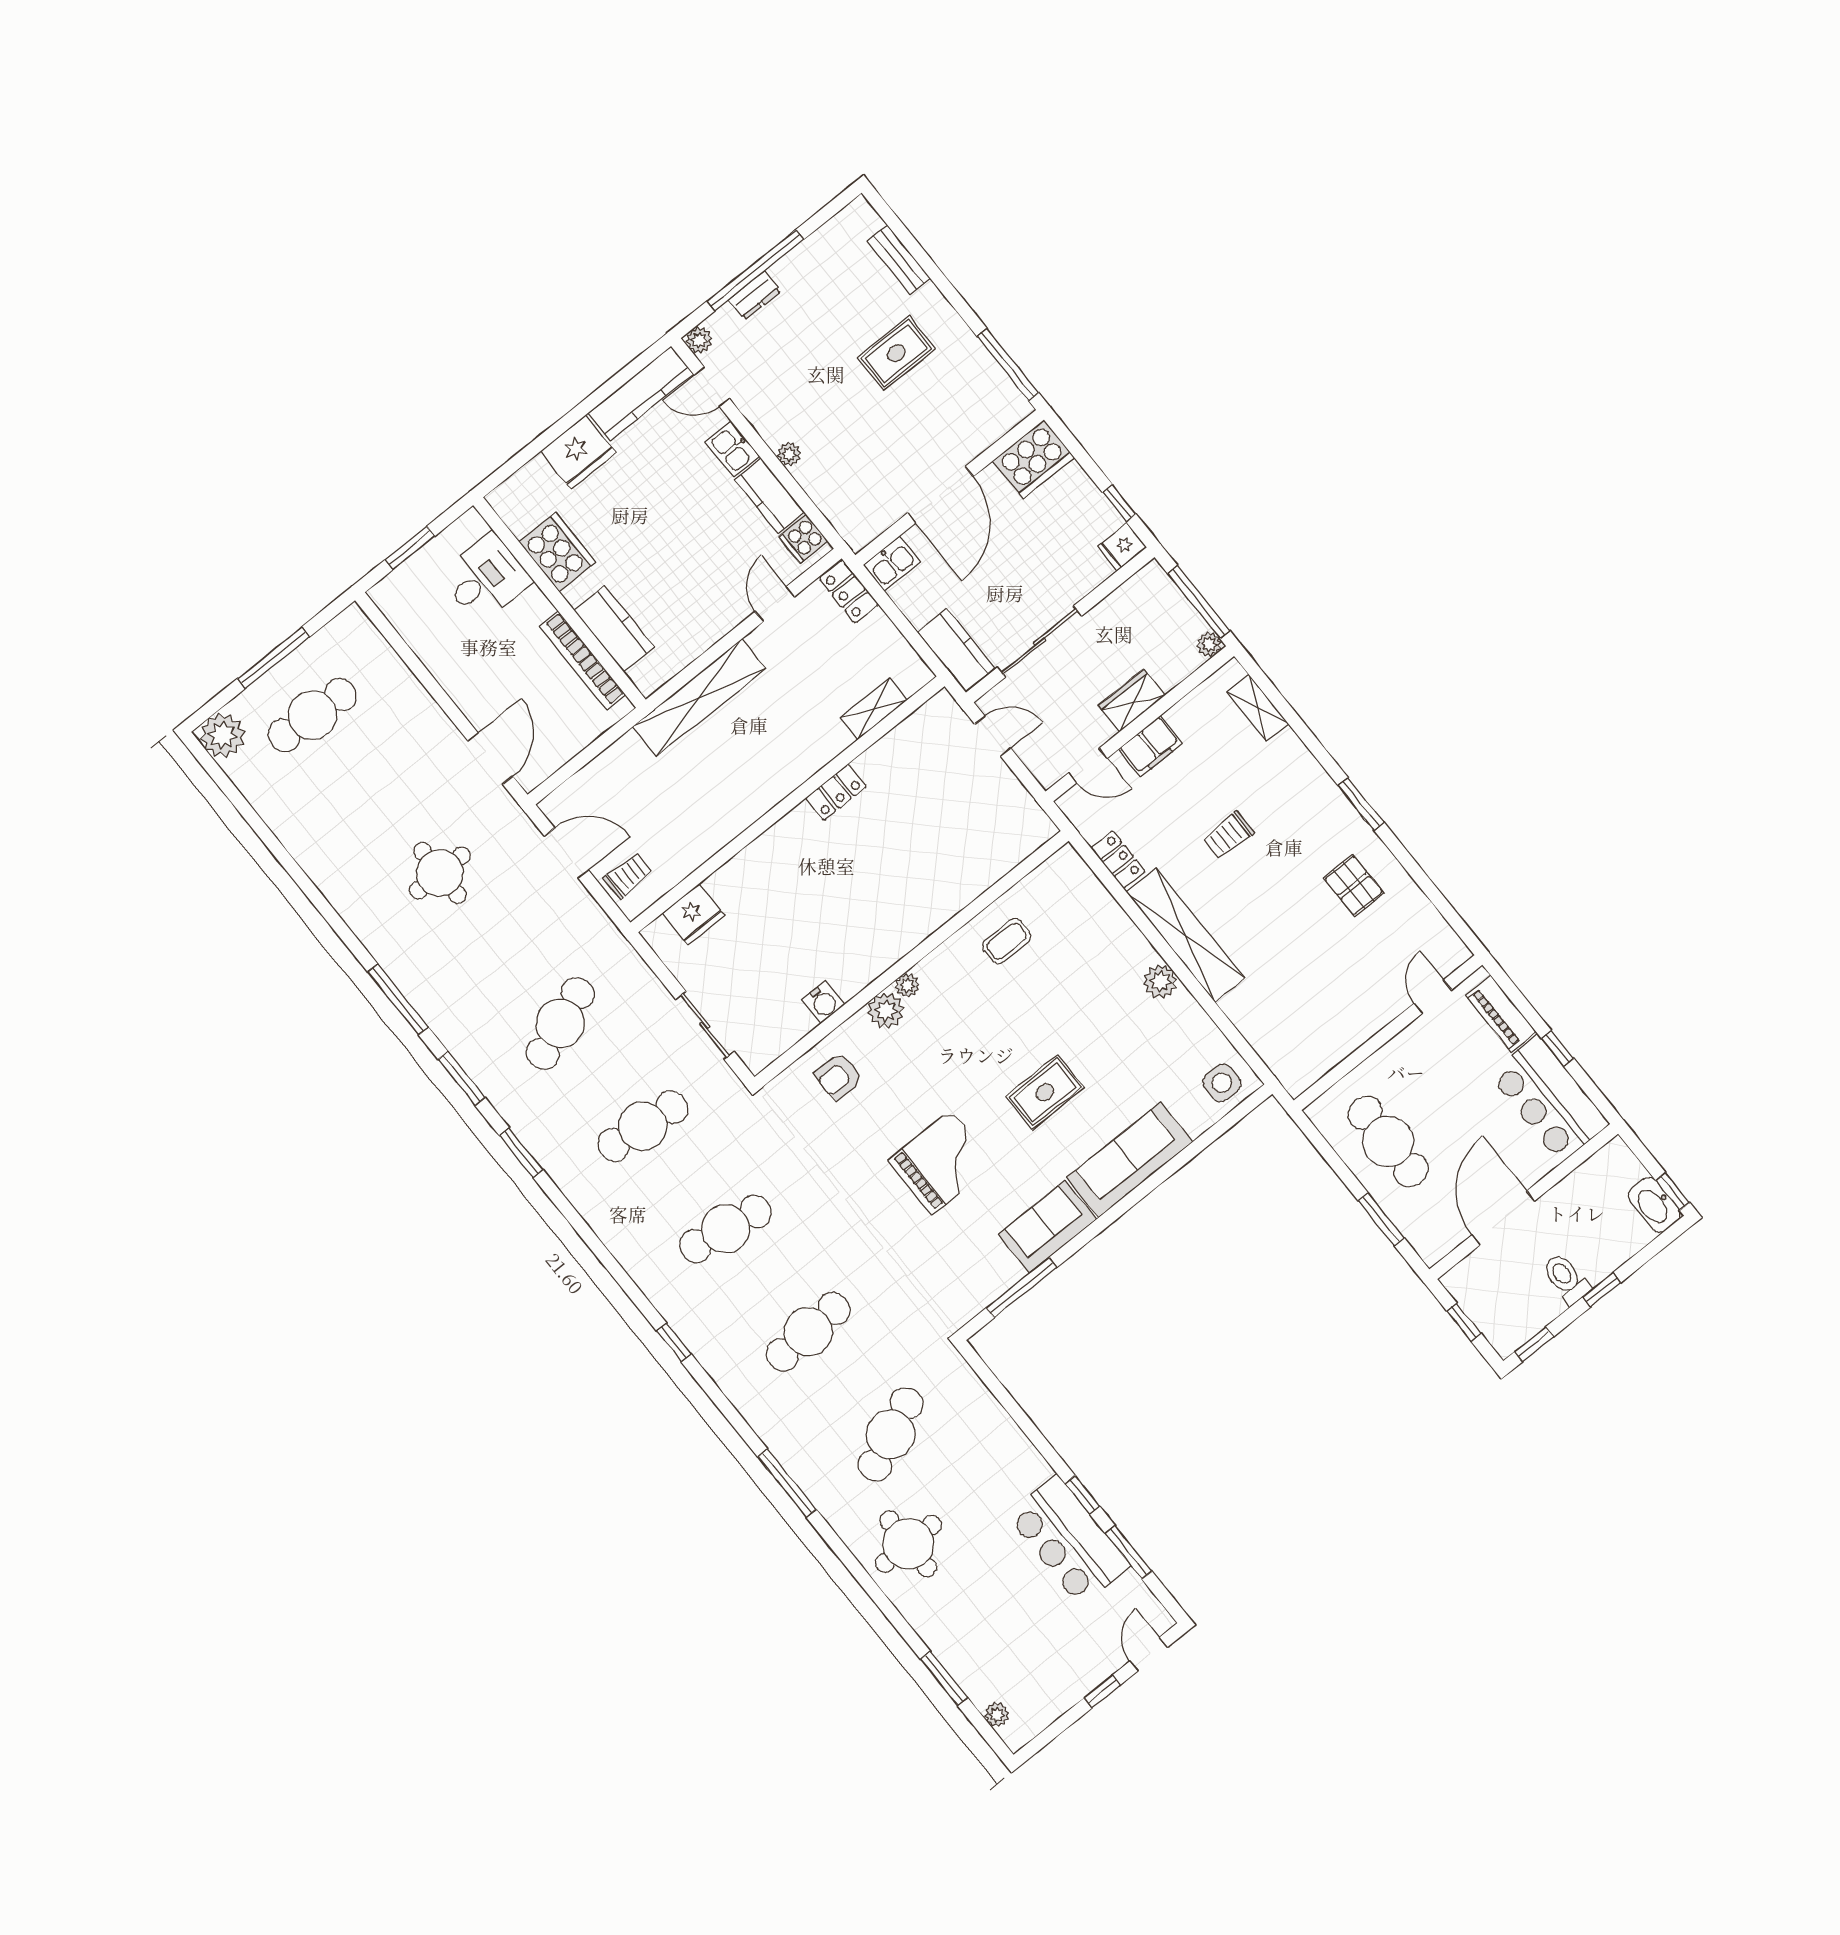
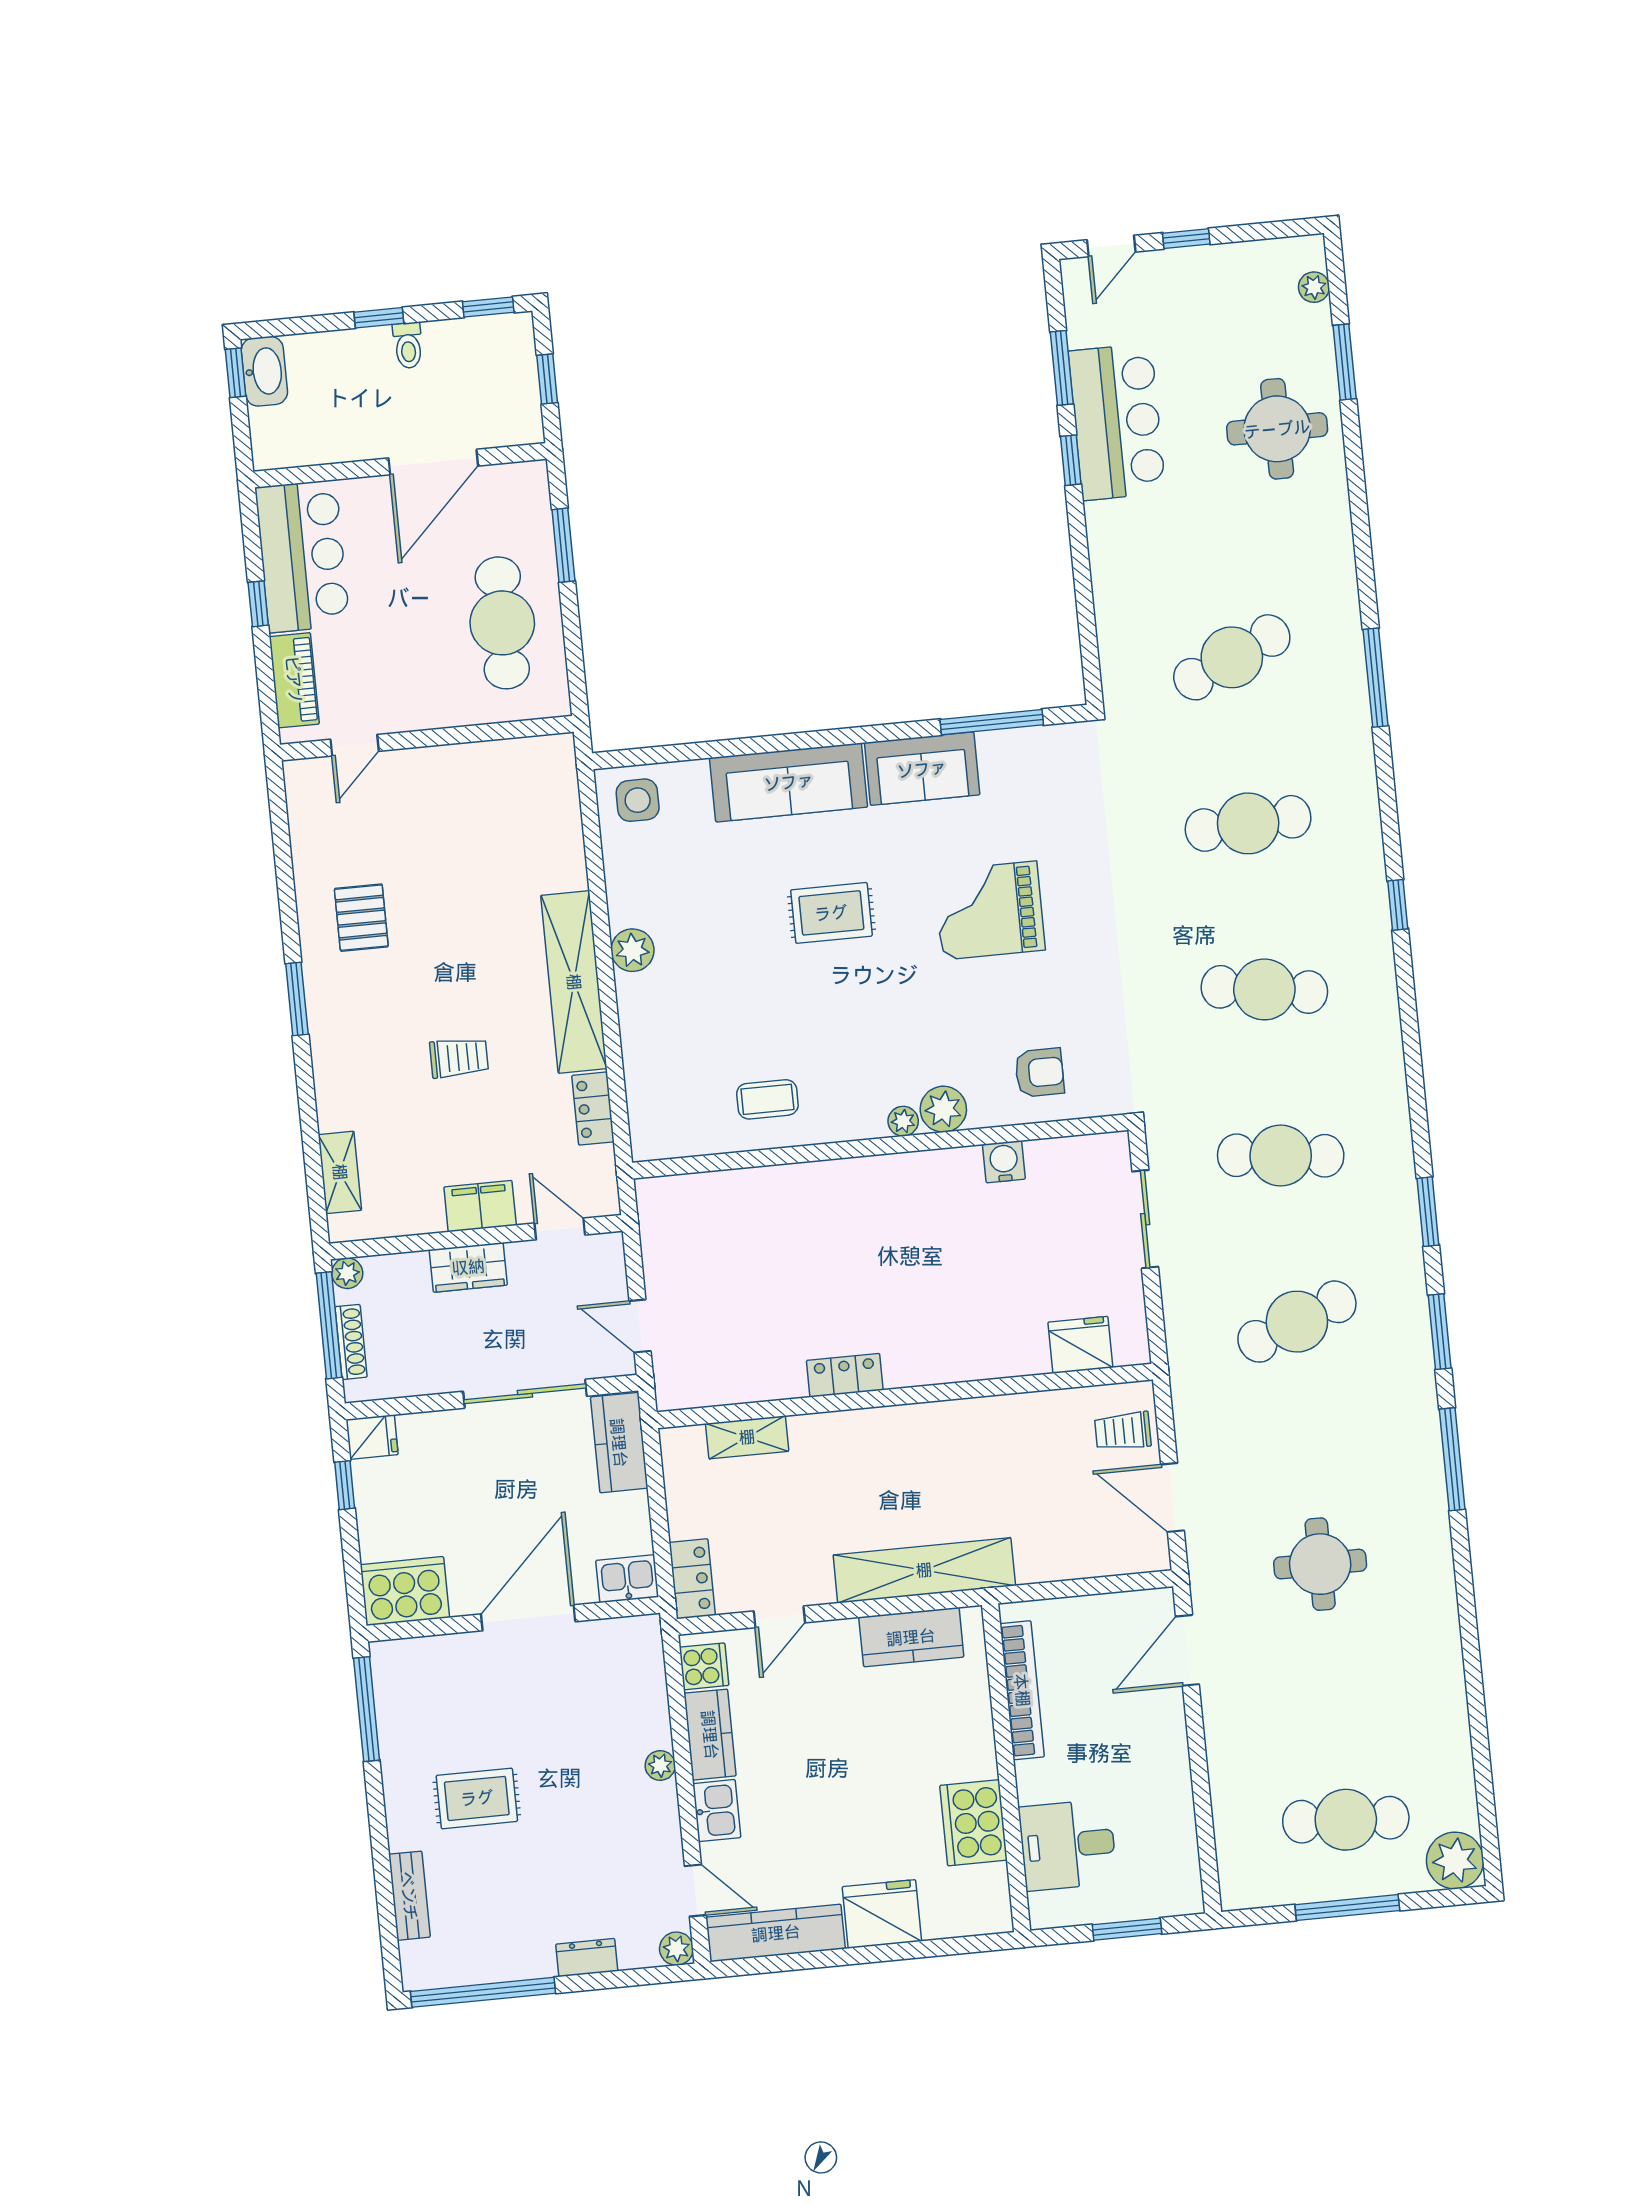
window: (755, 270) -> (483, 1992), moved
shoe rack: (1177, 601) -> (351, 1342), added
kitchen counter: (614, 629) -> (911, 1637), moved, turned -90
toilet: (1566, 1279) -> (408, 345), width x0.73, depth x0.72
round table: (908, 1544) -> (1277, 429), moved

